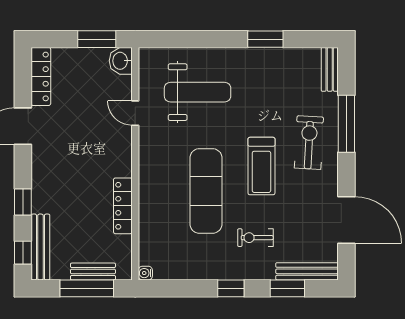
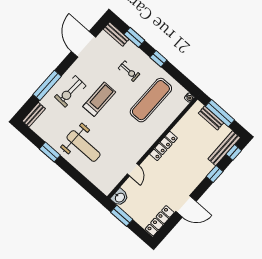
weight bench: (198, 92) -> (84, 146), moved, turned 180
exercise mat: (206, 191) -> (151, 100), moved
locker: (123, 206) -> (163, 146), moved
bench: (307, 271) -> (116, 34), width x0.73

